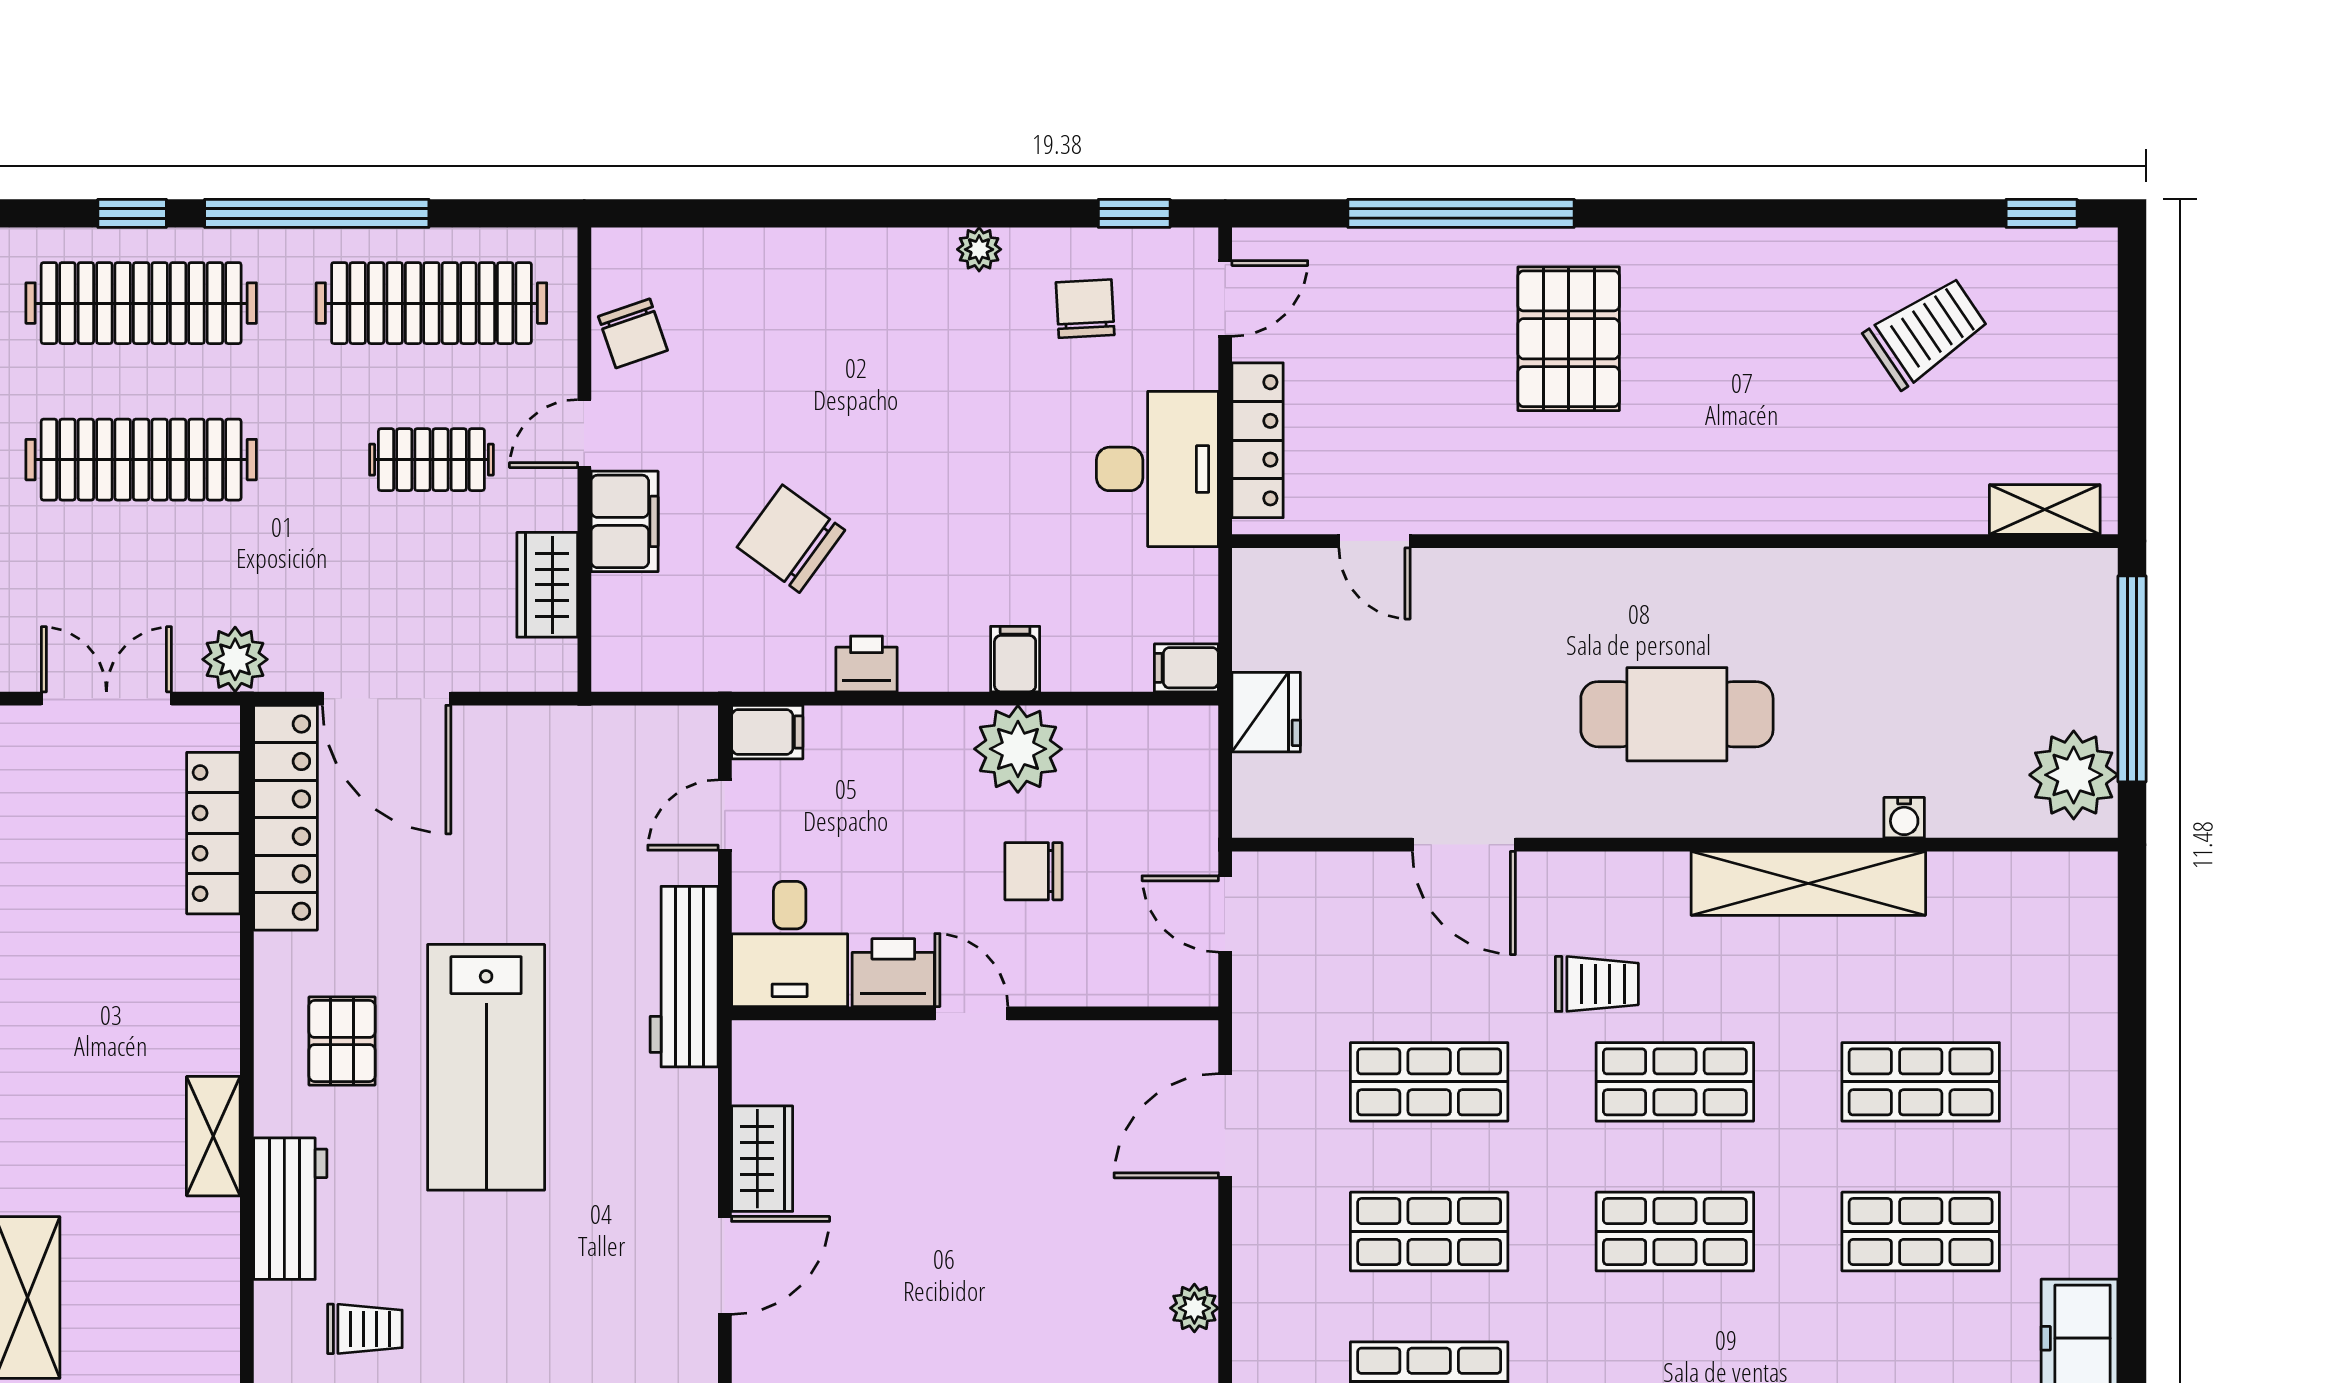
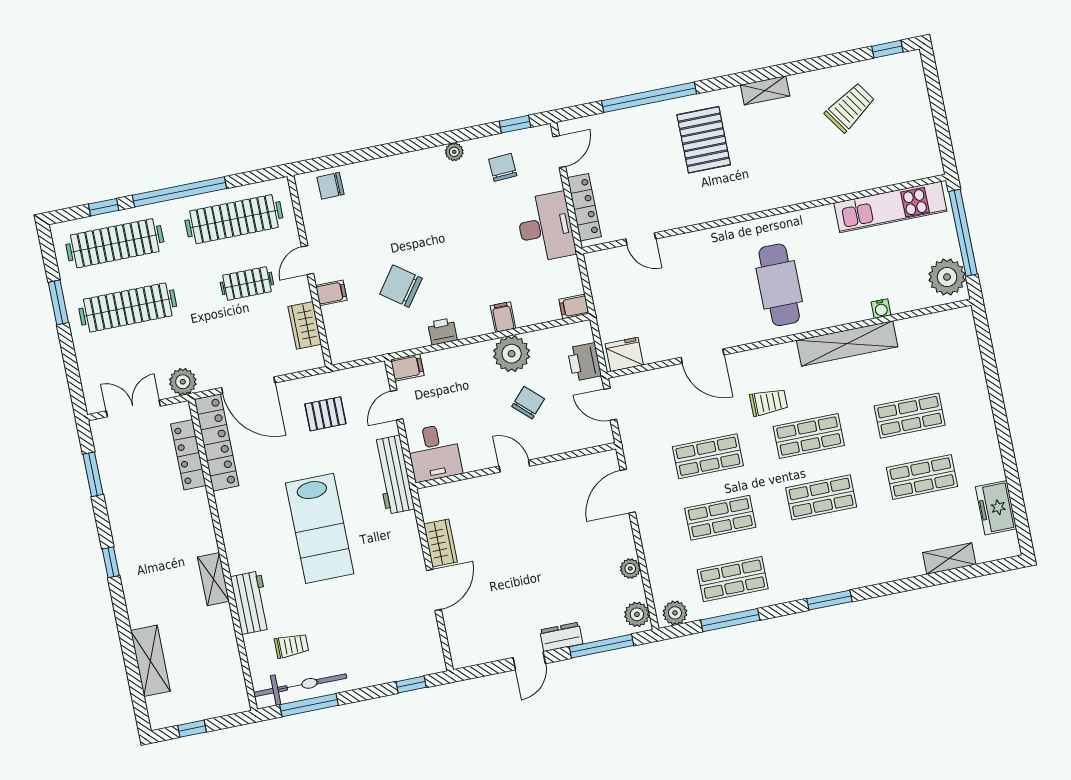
chair: (633, 333) -> (331, 186), moved, turned 108
shelving: (2045, 509) -> (765, 90), moved
filing cabinet: (625, 521) -> (331, 293), width x0.50
kitchen unit: (1974, 585) -> (890, 207), added
fridge: (1266, 712) -> (624, 354), moved, turned -90
cafe table: (1677, 714) -> (779, 285), turned 90
chair: (1034, 871) -> (528, 403), turned 133
printer: (893, 973) -> (584, 362), moved, turned -90
pallet: (342, 1041) -> (325, 414), moved, turned 90

